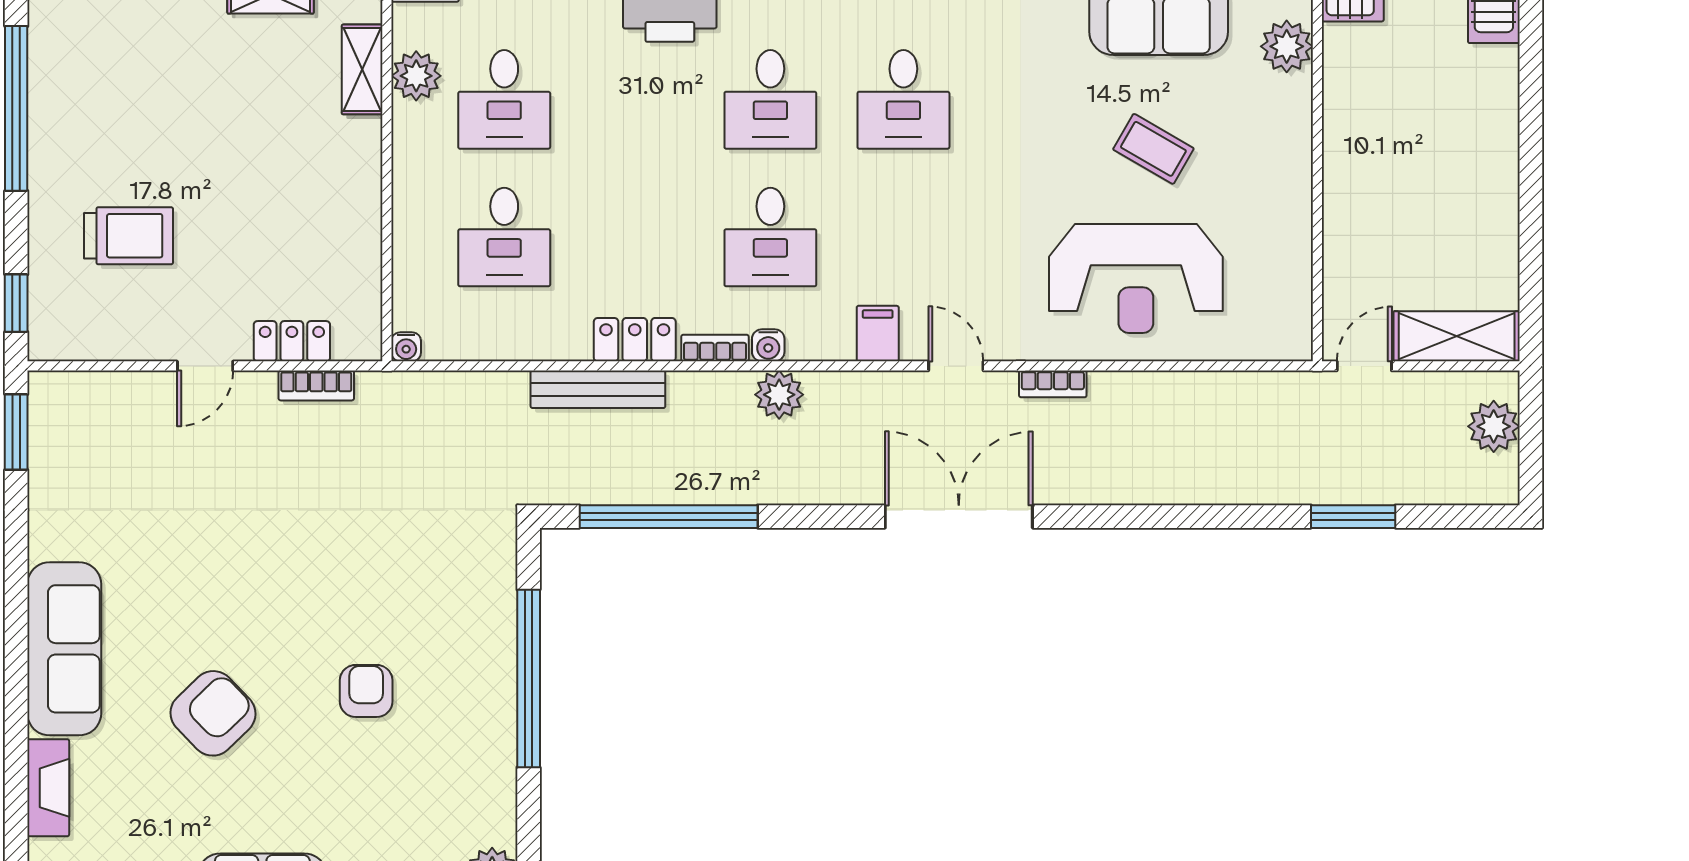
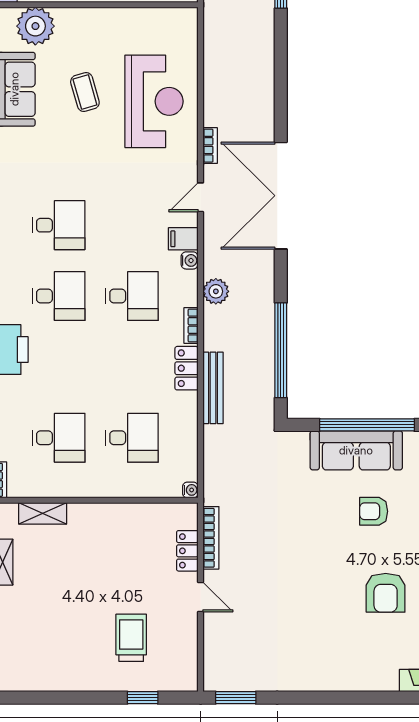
plant: (1287, 46) -> (35, 26), width x1.36, depth x1.36
plant: (416, 76) -> (46, 485), removed
window: (16, 108) -> (63, 698), removed
coffee table: (1153, 149) -> (85, 92), turned -46
window: (16, 303) -> (143, 698), moved
water cooler: (768, 345) -> (190, 260), moved
bookcase: (316, 385) -> (211, 538), width x1.56
double door: (959, 517) -> (281, 196), width x1.36
sofa: (64, 649) -> (356, 450), moved, turned 180
armchair: (213, 713) -> (386, 593), turned -136

